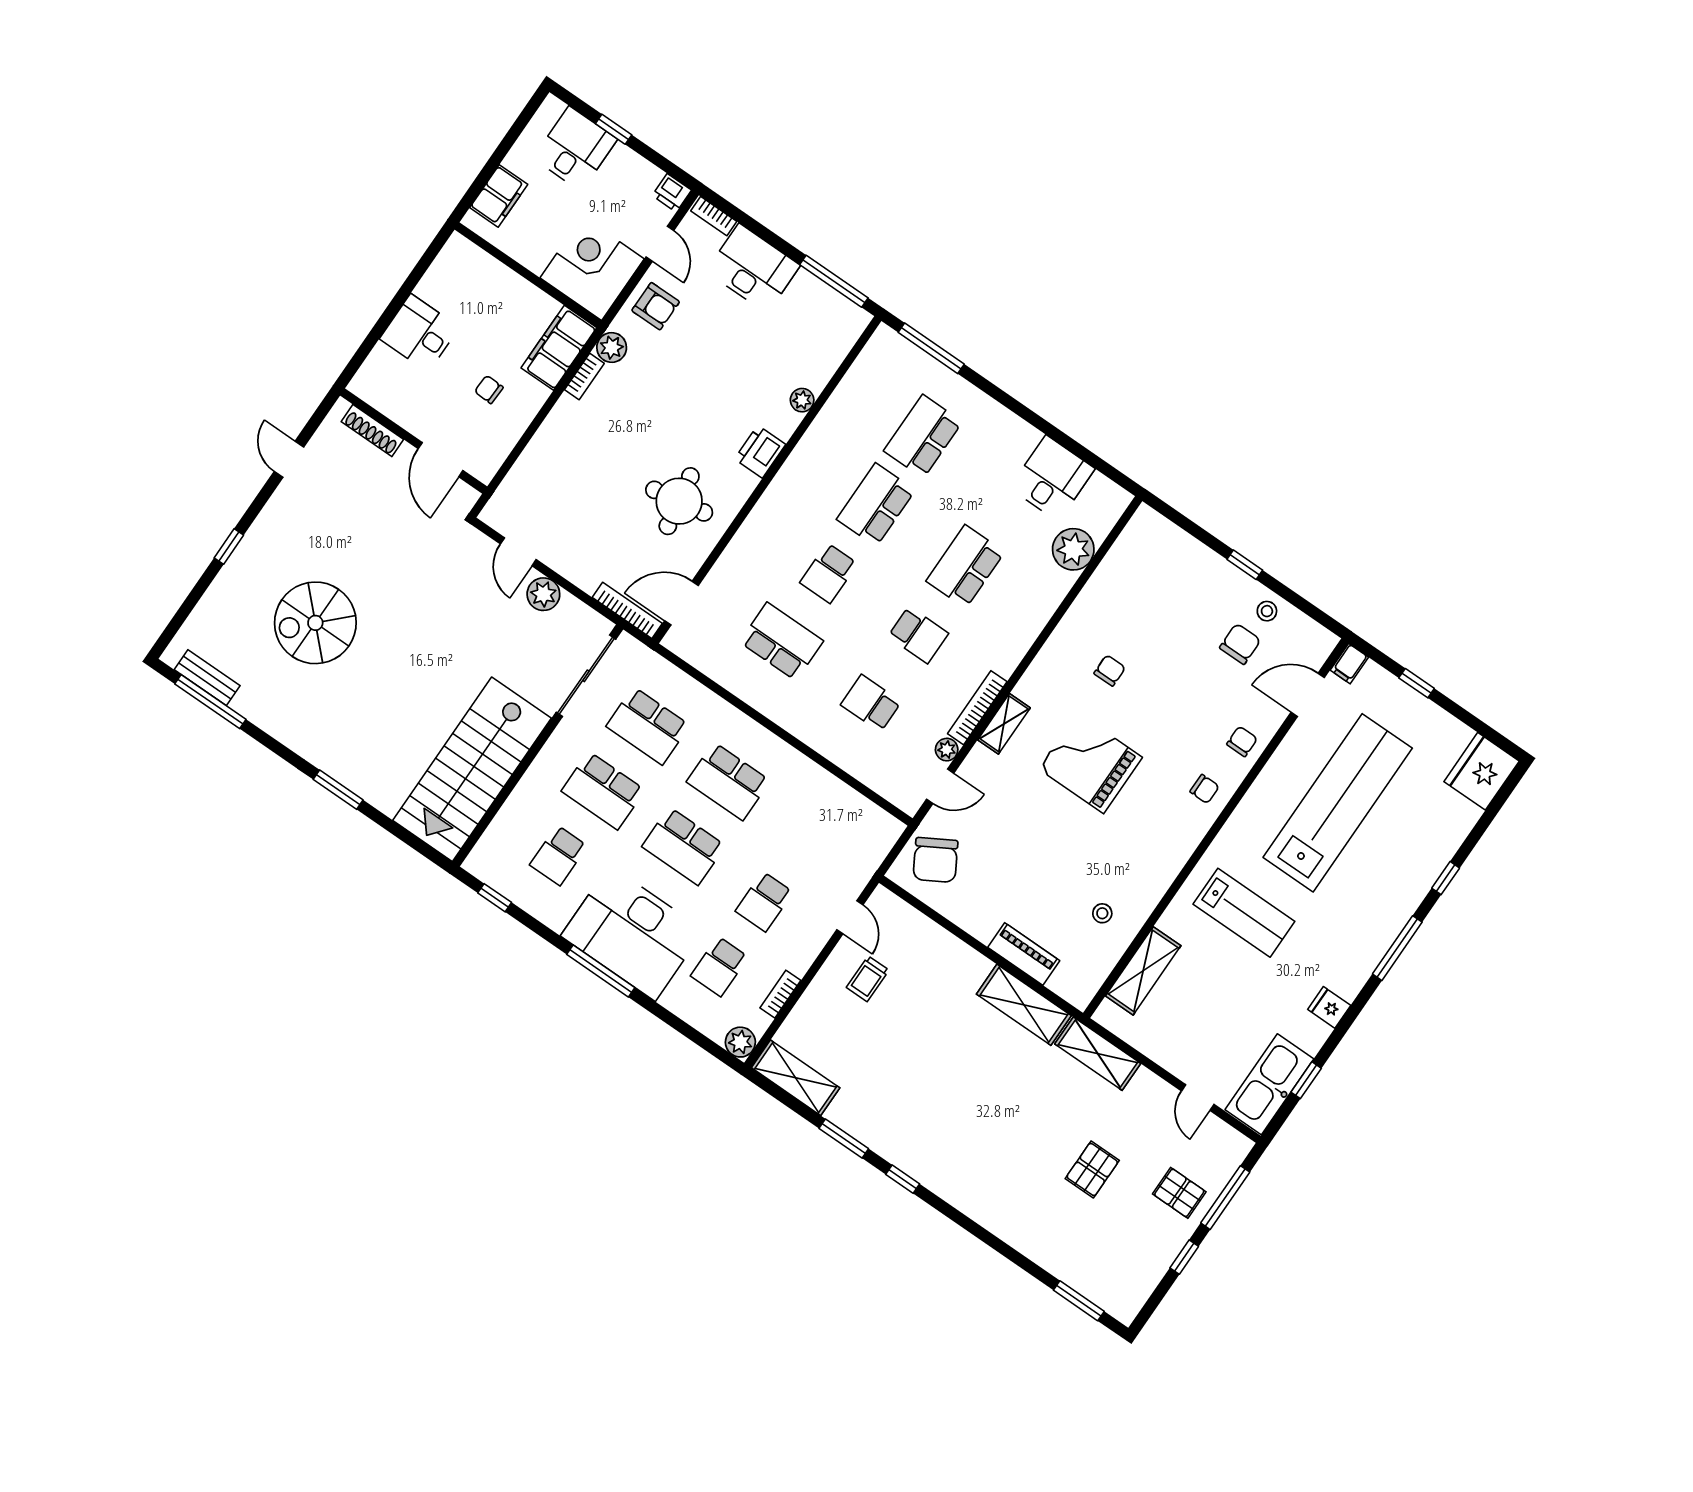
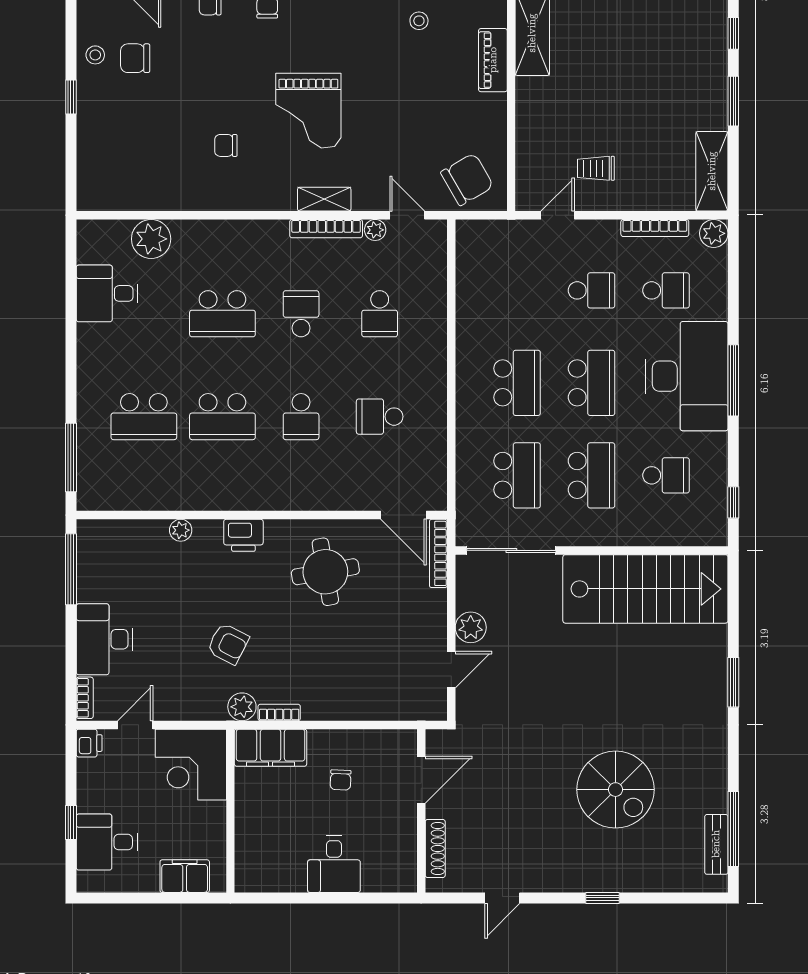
armchair: (656, 306) -> (228, 644), moved, turned 117
school desk: (829, 573) -> (301, 417), turned 90
school desk: (781, 642) -> (380, 417), width x0.54
trolley: (868, 979) -> (596, 168), turned 180
bookcase: (780, 994) -> (655, 228), width x1.56

